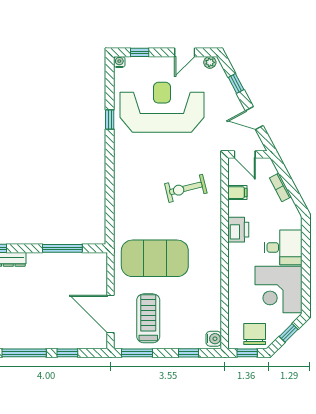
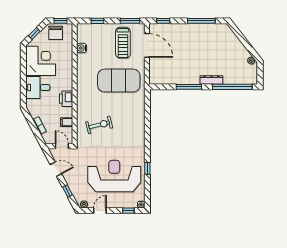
reception desk: (162, 107) -> (114, 176), turned 180
window: (62, 248) -> (189, 87), moved
water cooler: (214, 339) -> (82, 48), moved
window: (67, 353) -> (163, 21), moved

